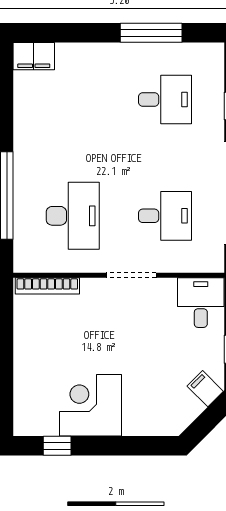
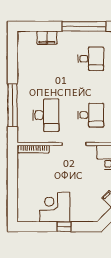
window: (151, 33) -> (84, 26), width x1.46
filing cabinet: (34, 56) -> (47, 38), moved
window: (57, 446) -> (64, 227), moved

